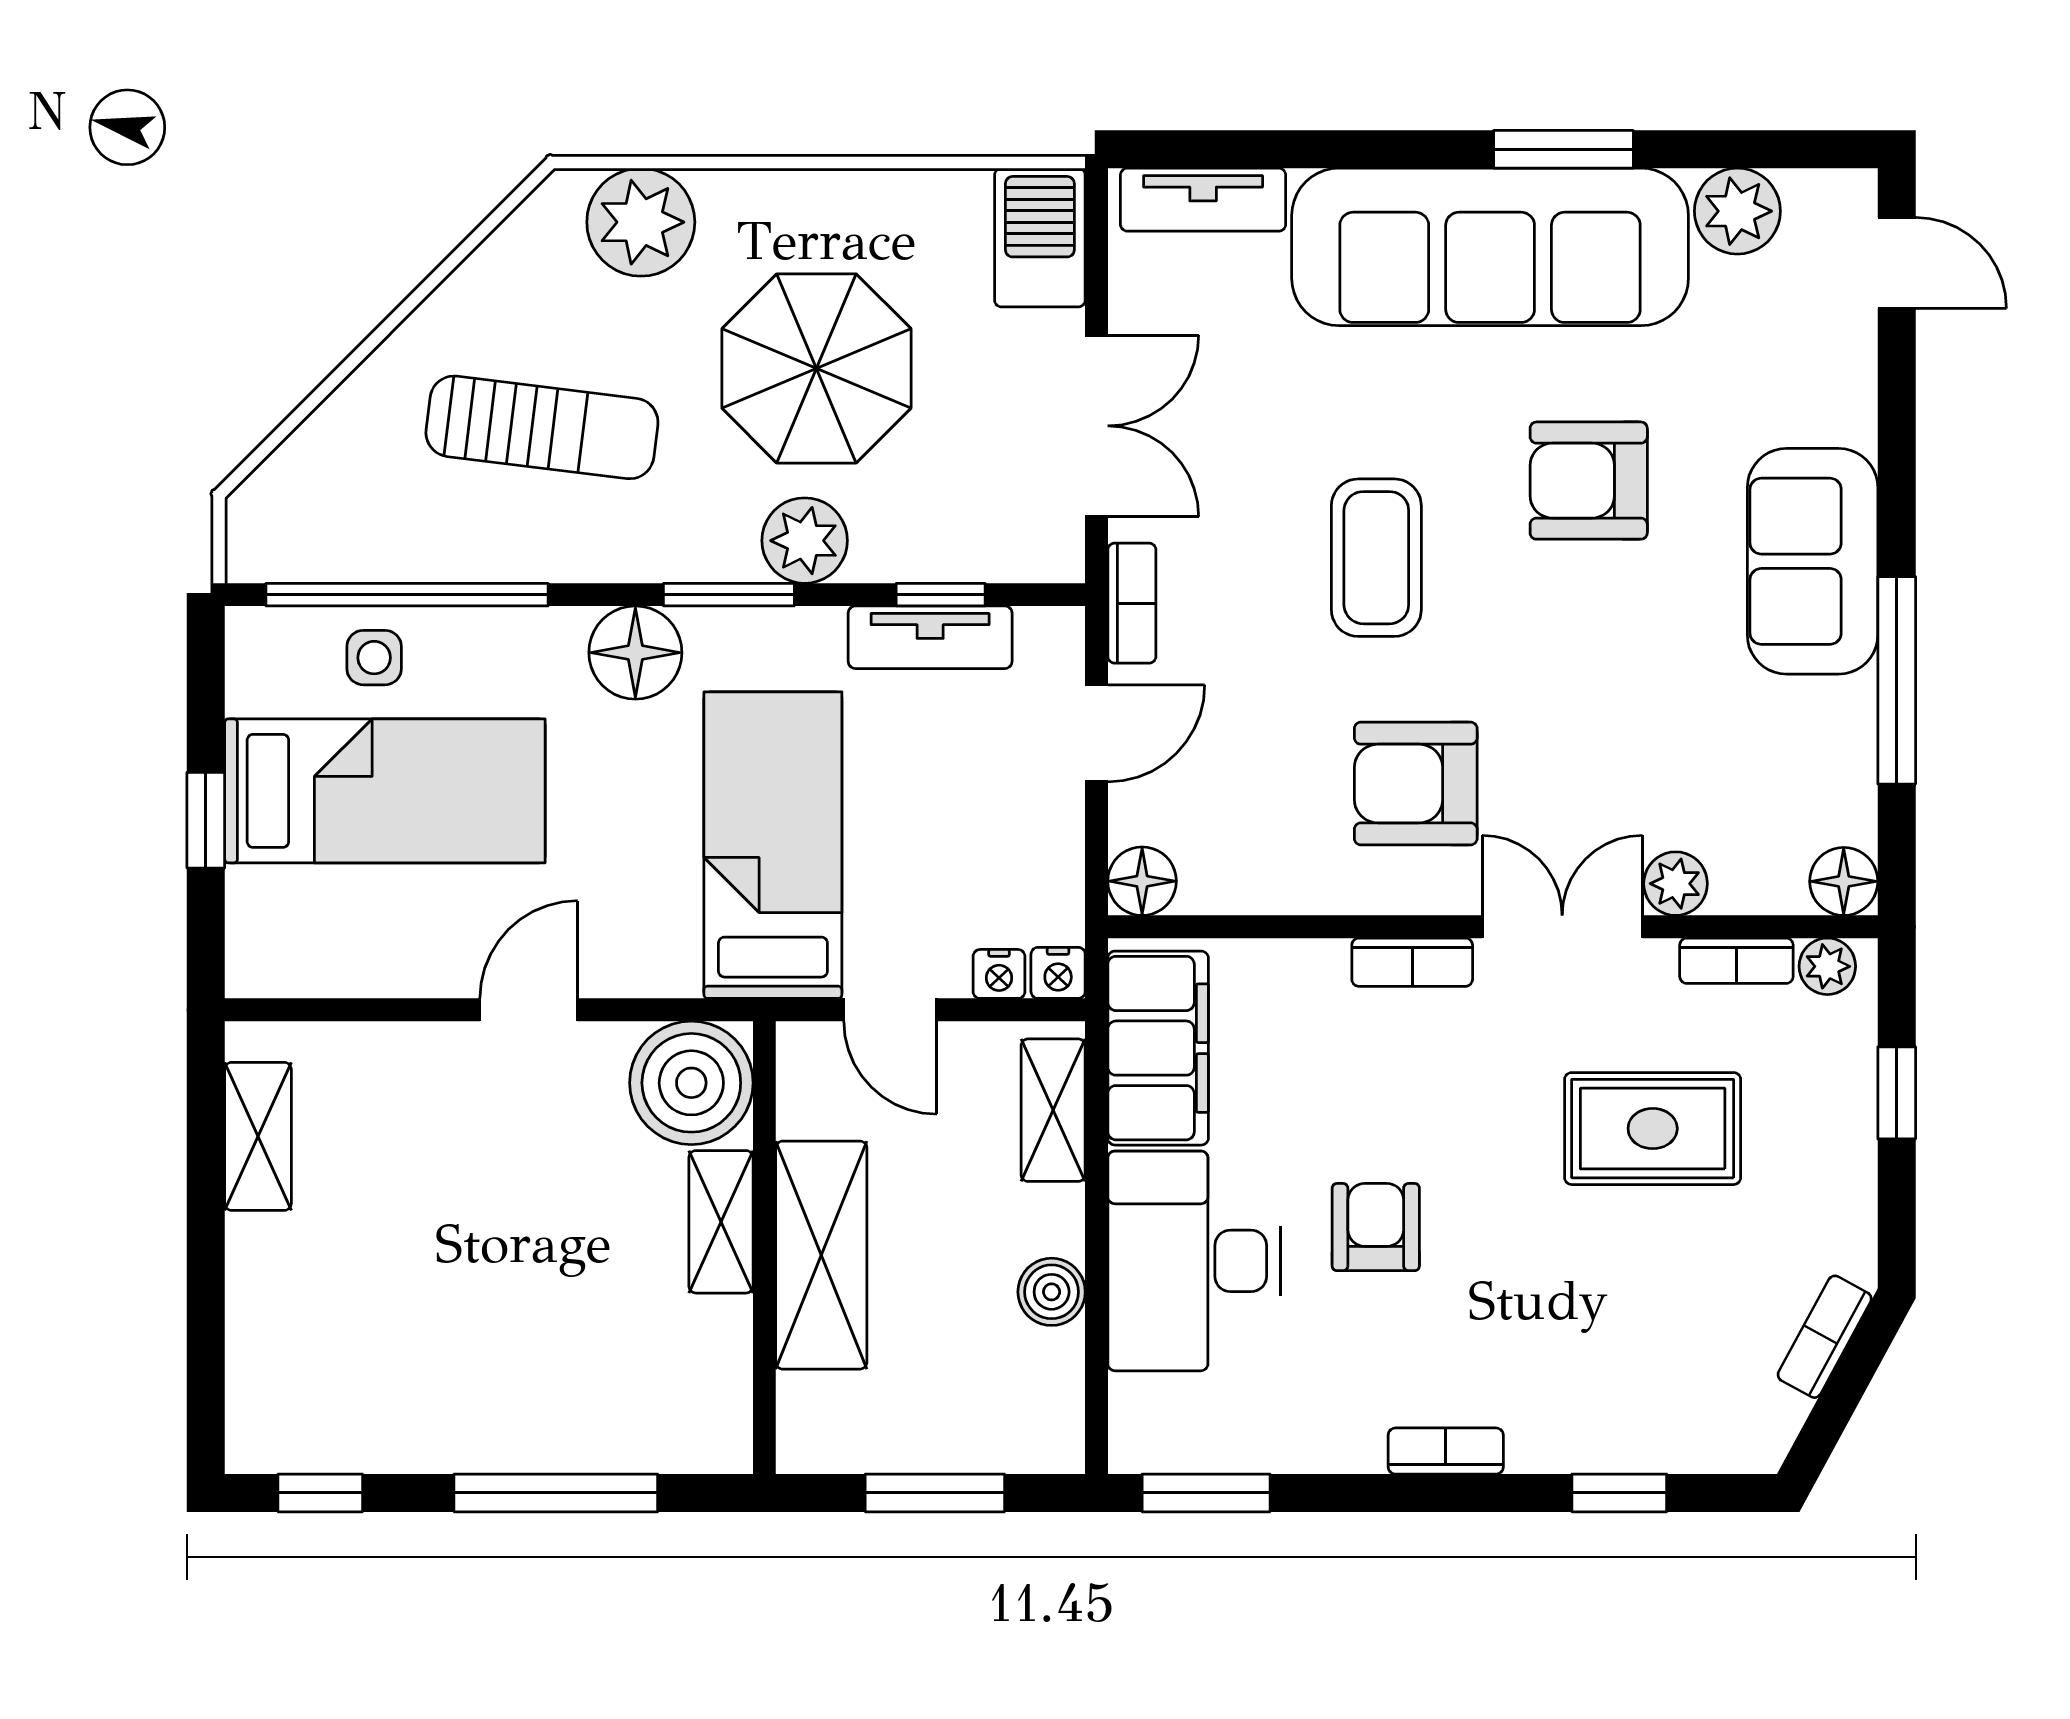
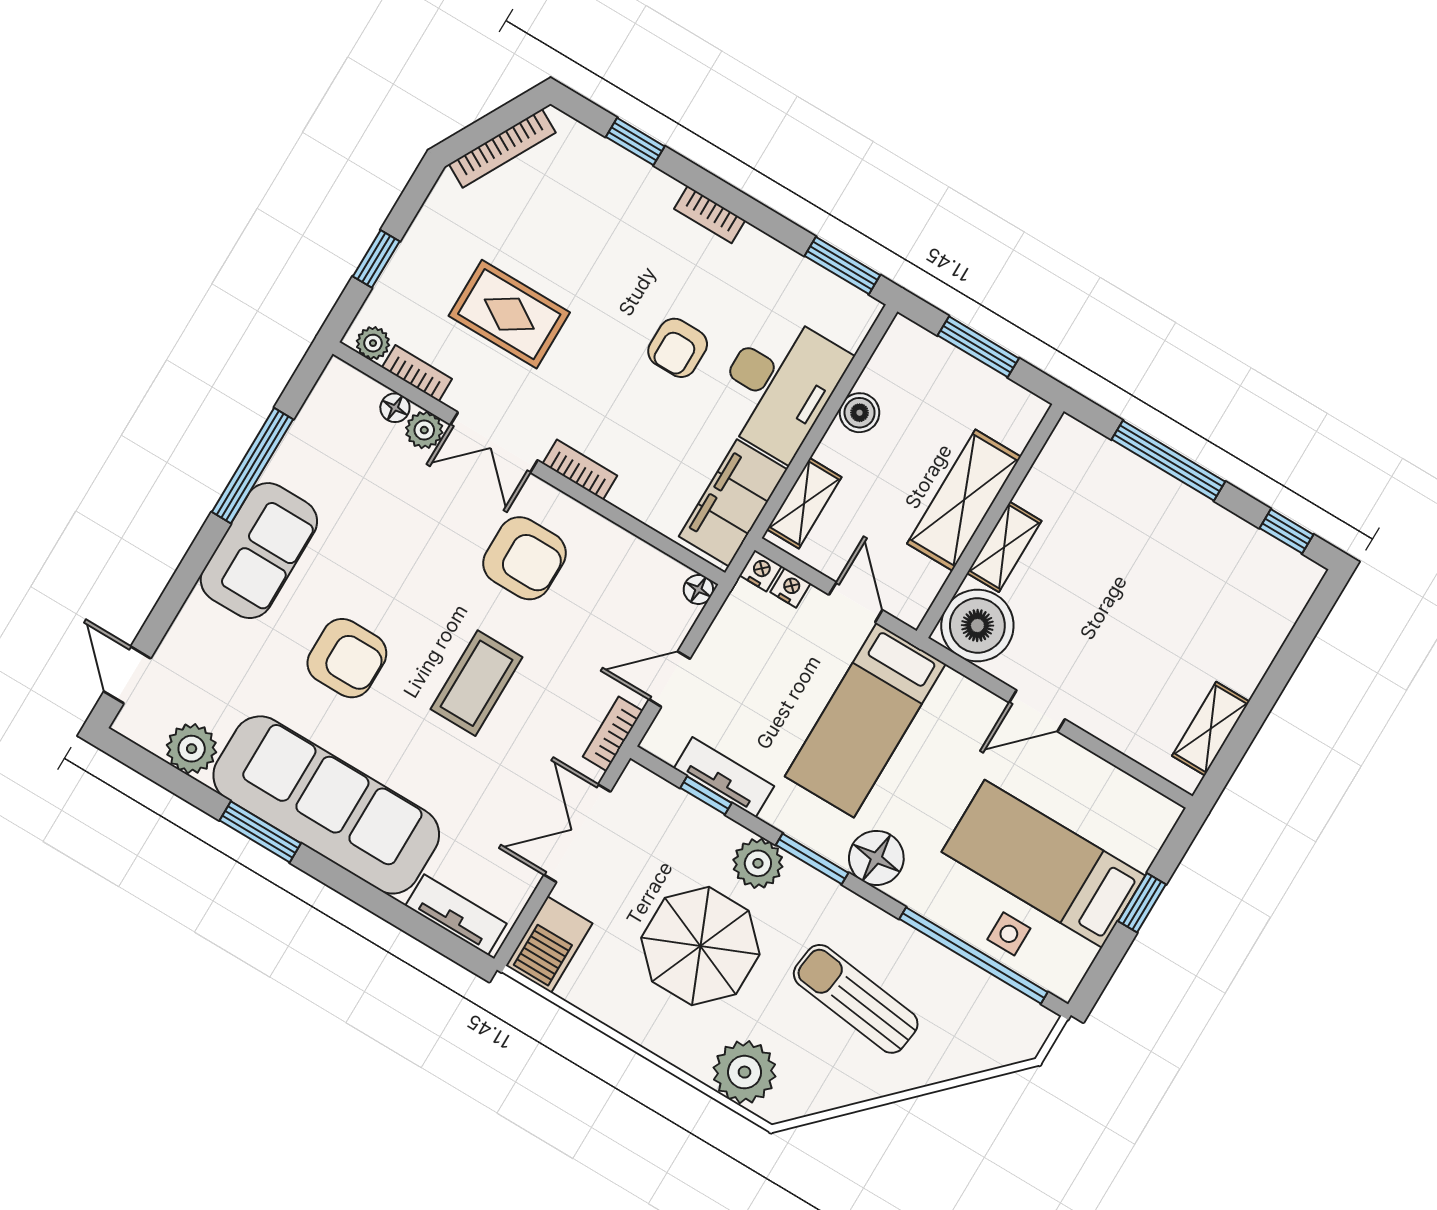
floor lamp: (1142, 881) -> (698, 589), width x0.73, depth x0.73
floor lamp: (1844, 881) -> (395, 408), moved, width x0.73, depth x0.73
bookcase: (1825, 1337) -> (502, 148), width x1.56

